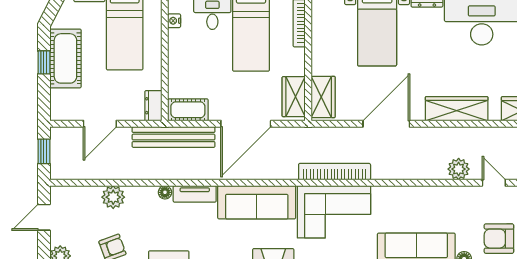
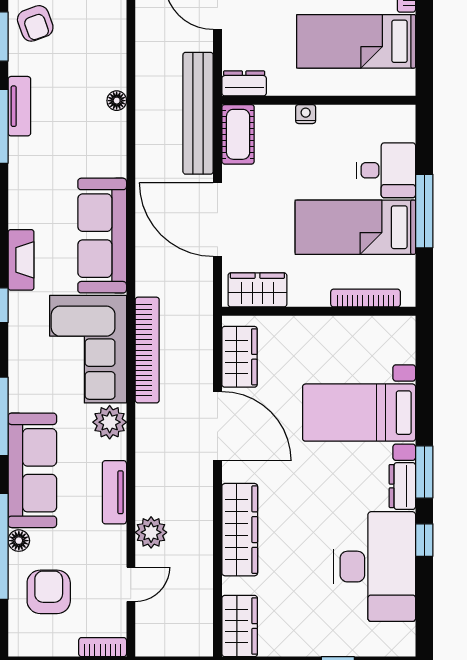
nightstand: (174, 21) -> (306, 114), moved
wardrobe: (323, 97) -> (240, 357), moved, turned -90
tv unit: (195, 194) -> (114, 492), moved
plant: (113, 197) -> (110, 422), moved

